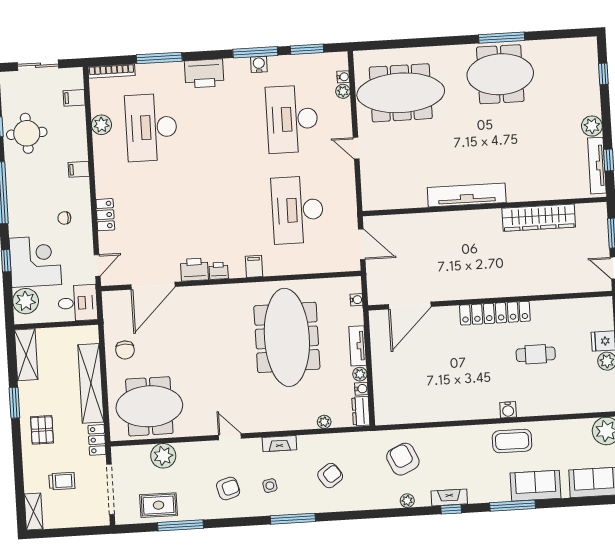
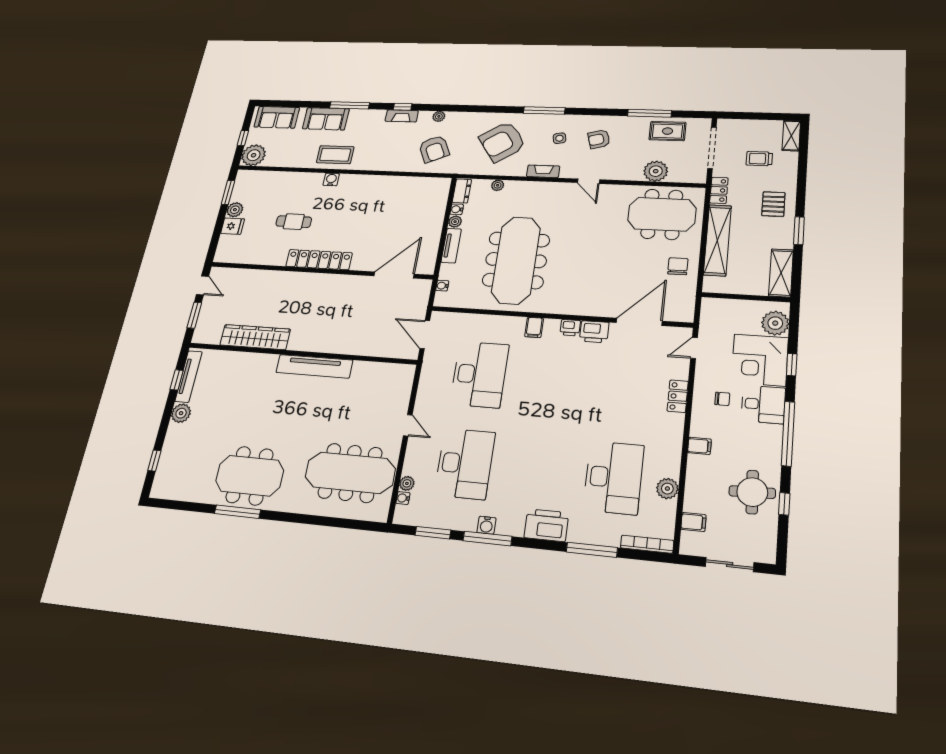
desk: (78, 303) -> (763, 404), moved, turned 180
armchair: (330, 476) -> (502, 142), width x1.88, depth x1.88

